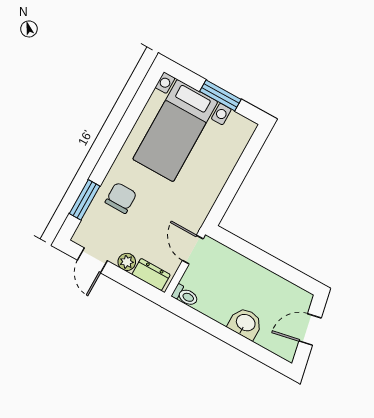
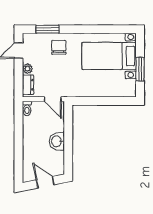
chair: (121, 198) -> (59, 47), turned -90
door: (193, 250) -> (53, 99), swing flipped
washbasin: (245, 323) -> (57, 141), moved, turned 180

